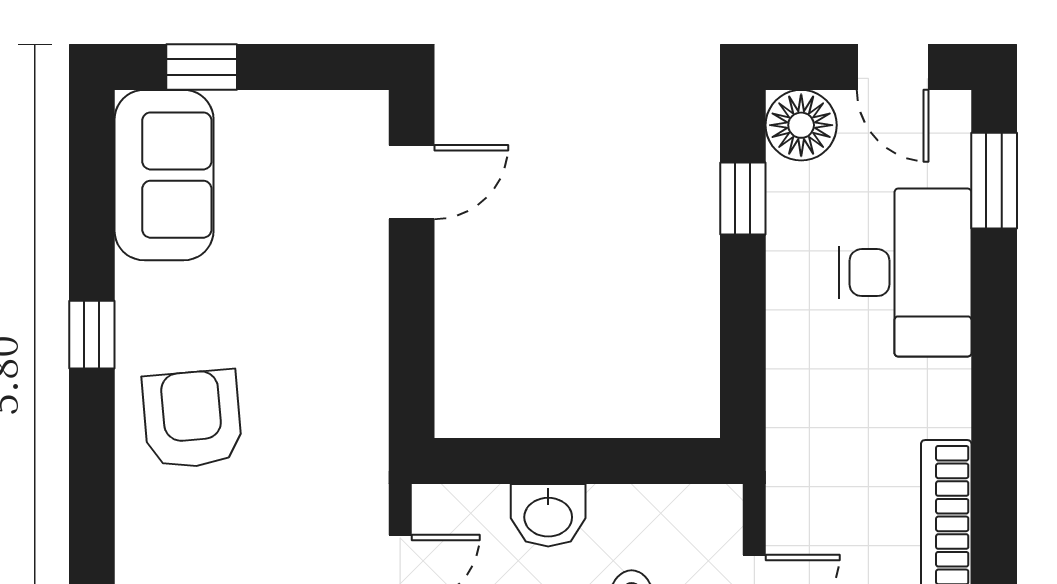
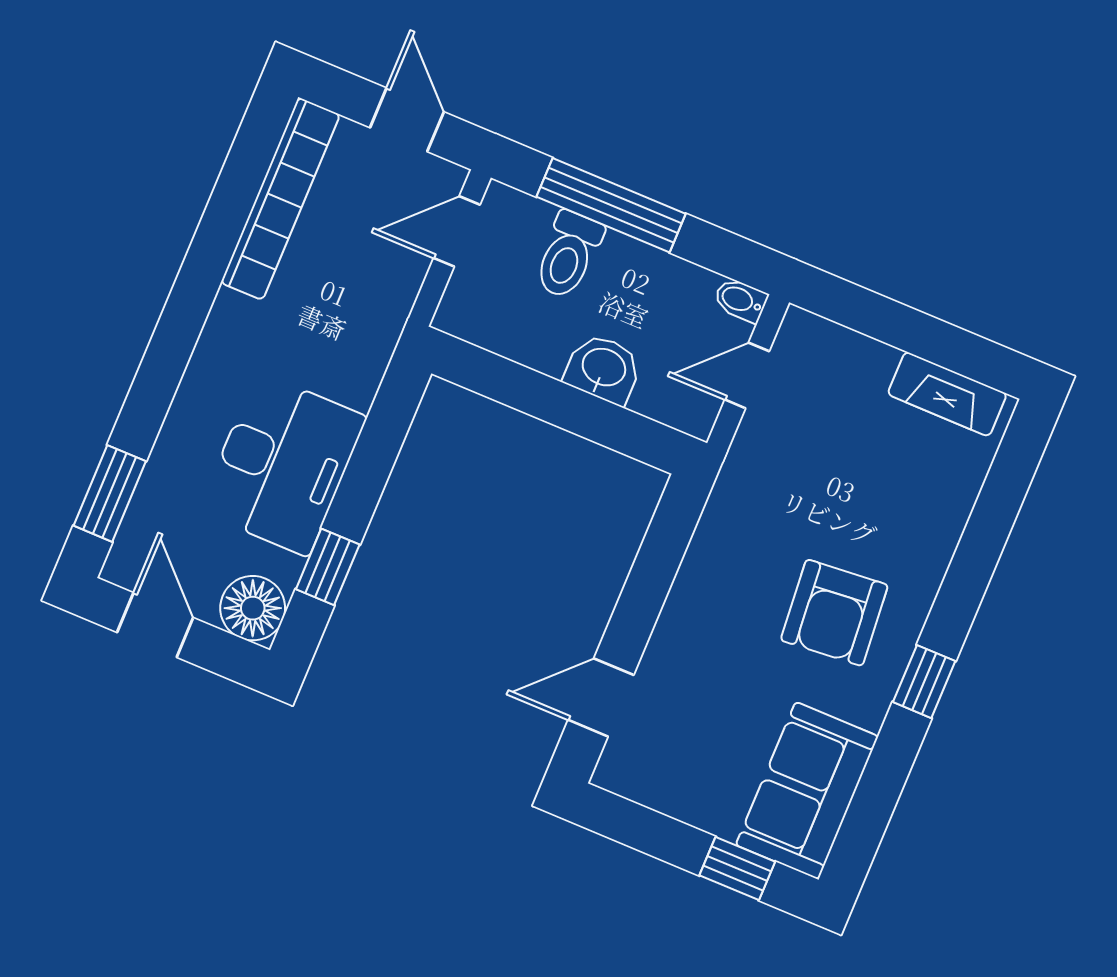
desk: (905, 273) -> (283, 464), moved, turned 180
armchair: (192, 419) -> (834, 613), moved

